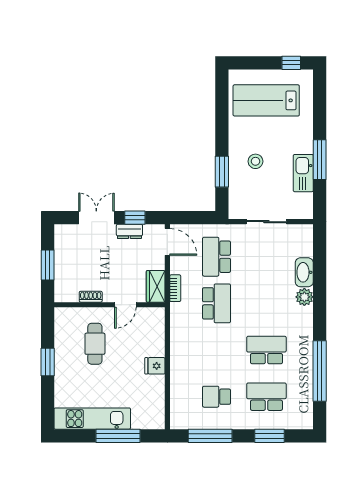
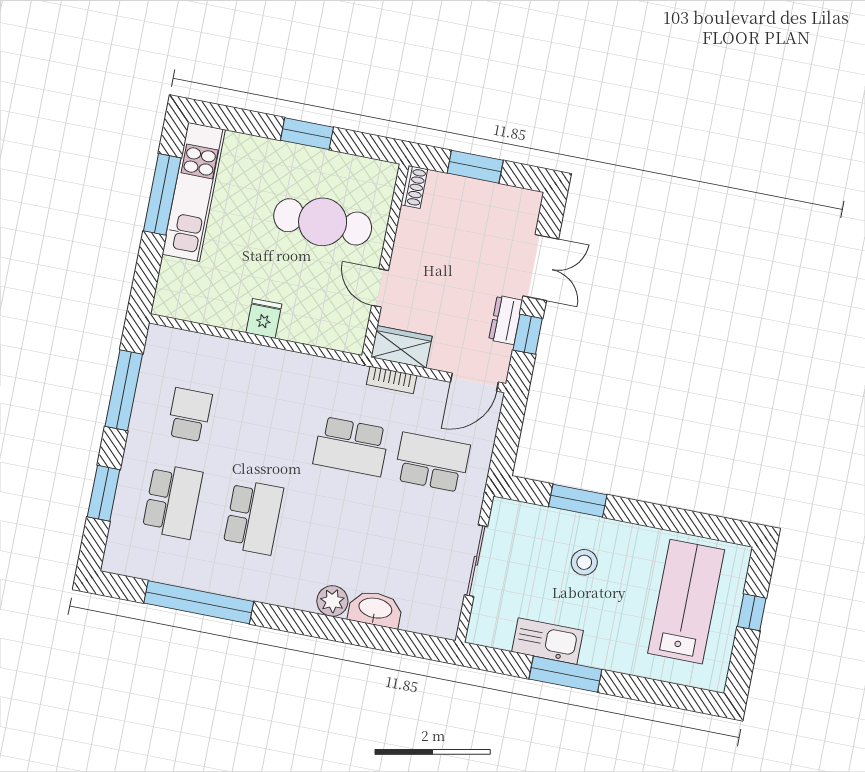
window: (291, 63) -> (752, 612), moved
shoe rack: (91, 297) -> (414, 187), moved
cafe table: (95, 344) -> (323, 222), width x1.37, depth x1.35
window: (118, 436) -> (162, 194), moved

